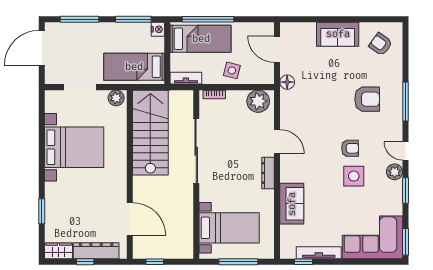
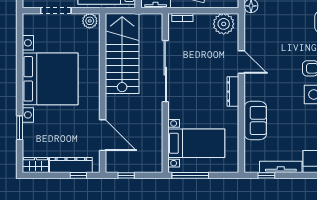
bed with nightstands: (74, 147) -> (50, 79), width x1.36
window: (85, 262) -> (78, 175), moved
window: (238, 262) -> (190, 175), moved

